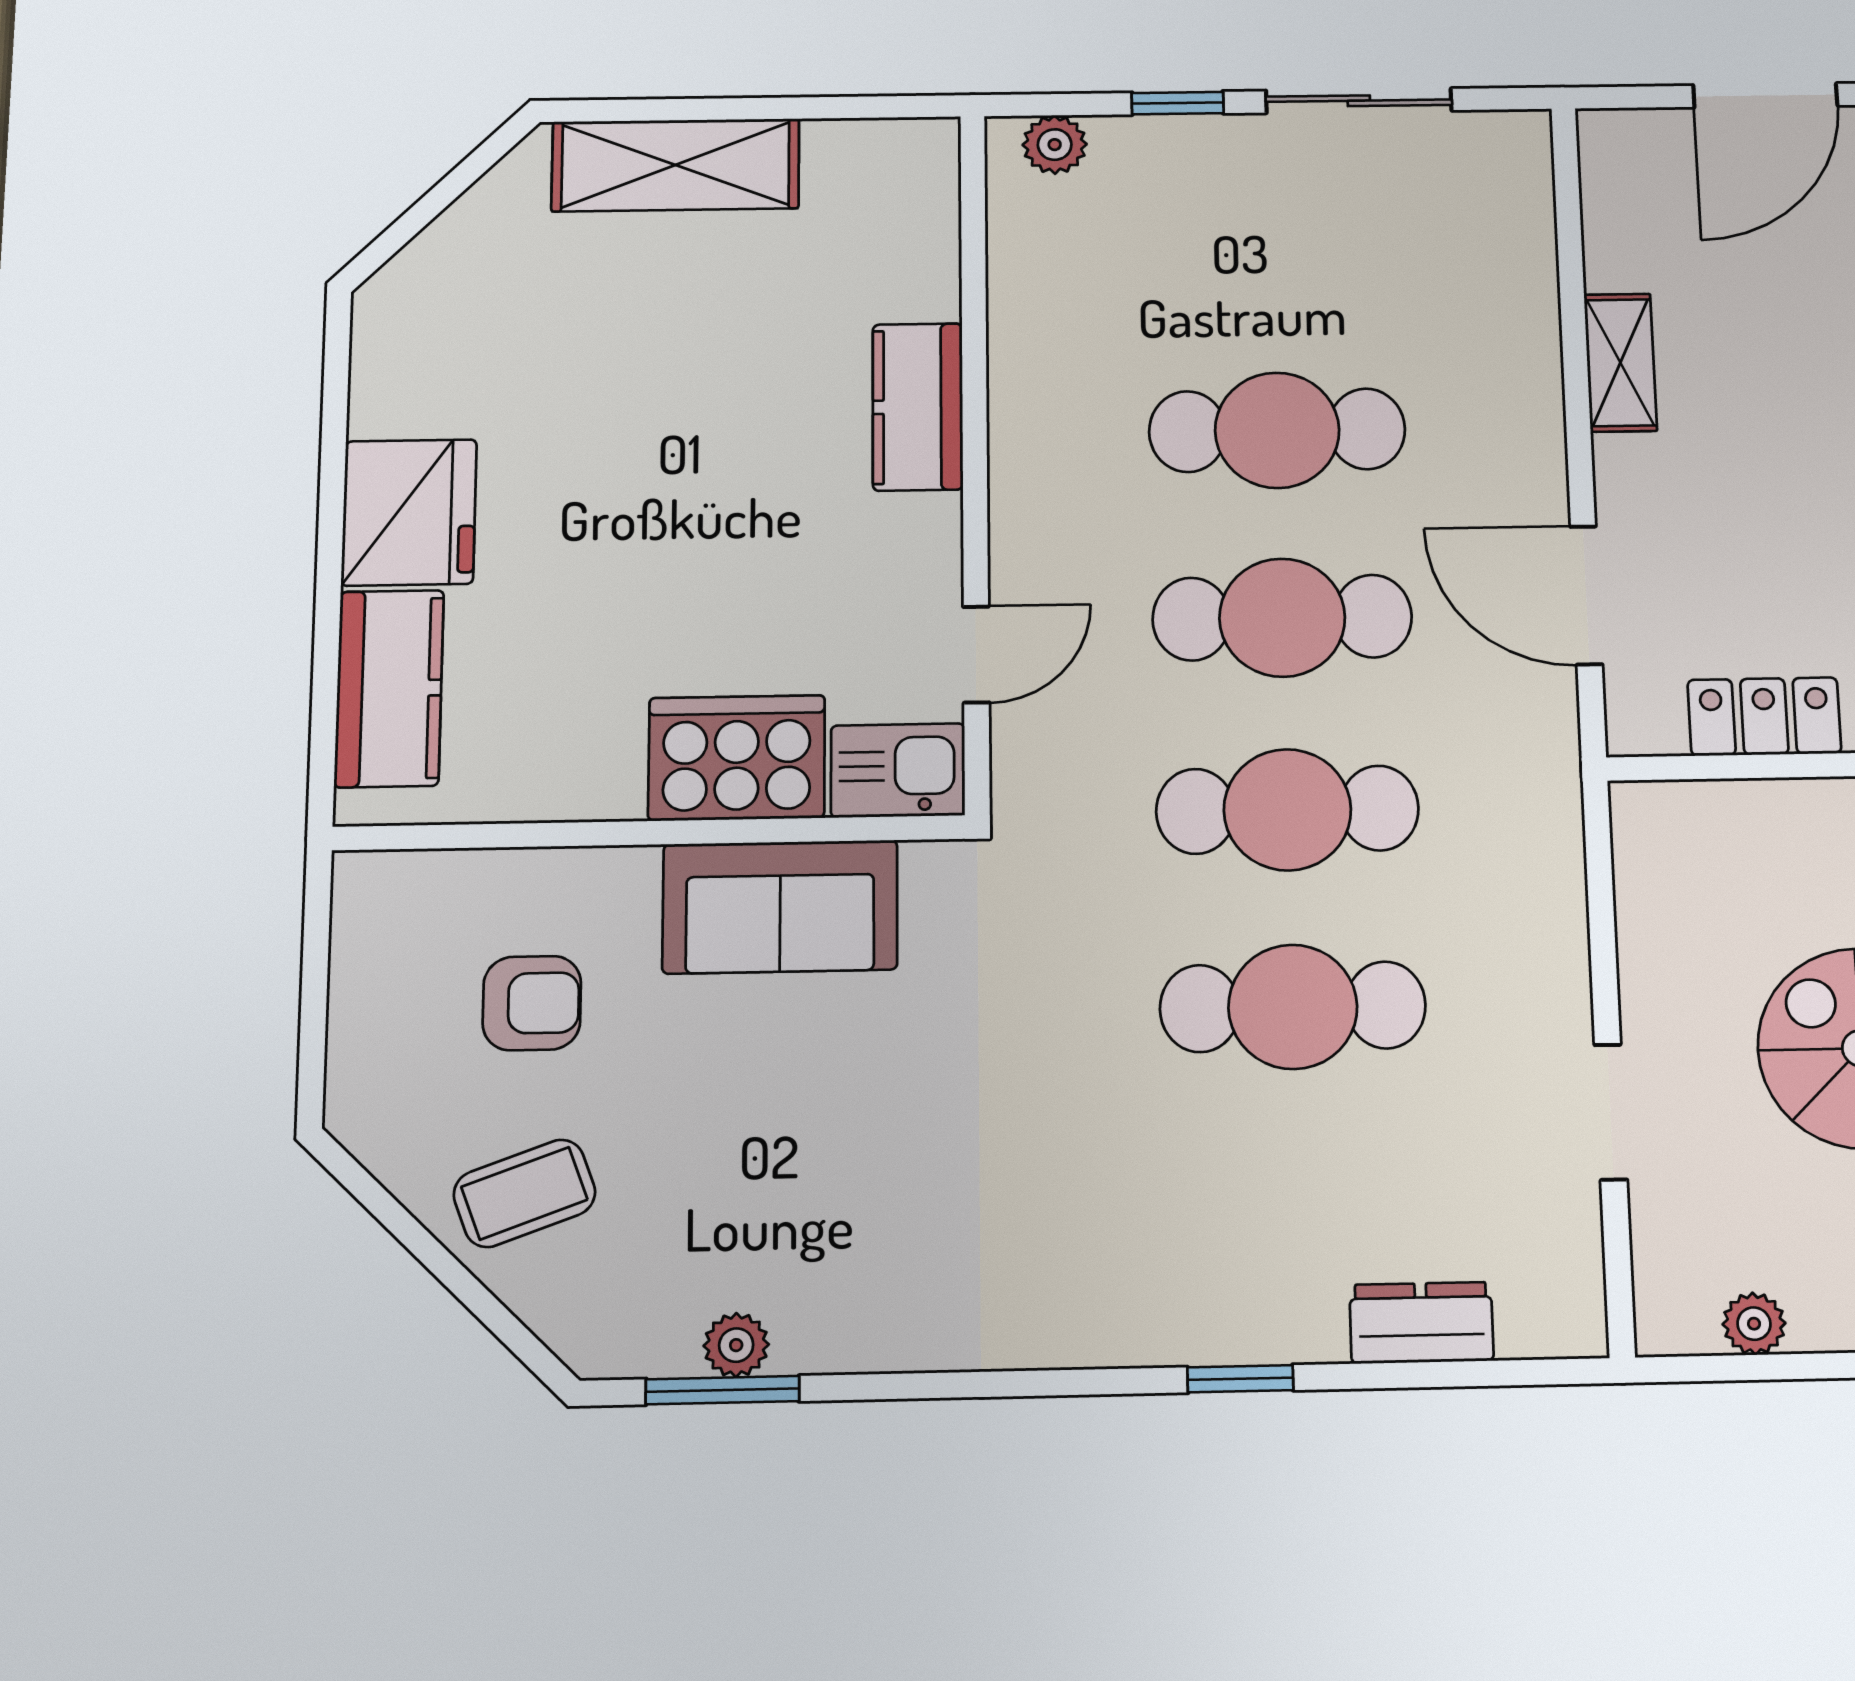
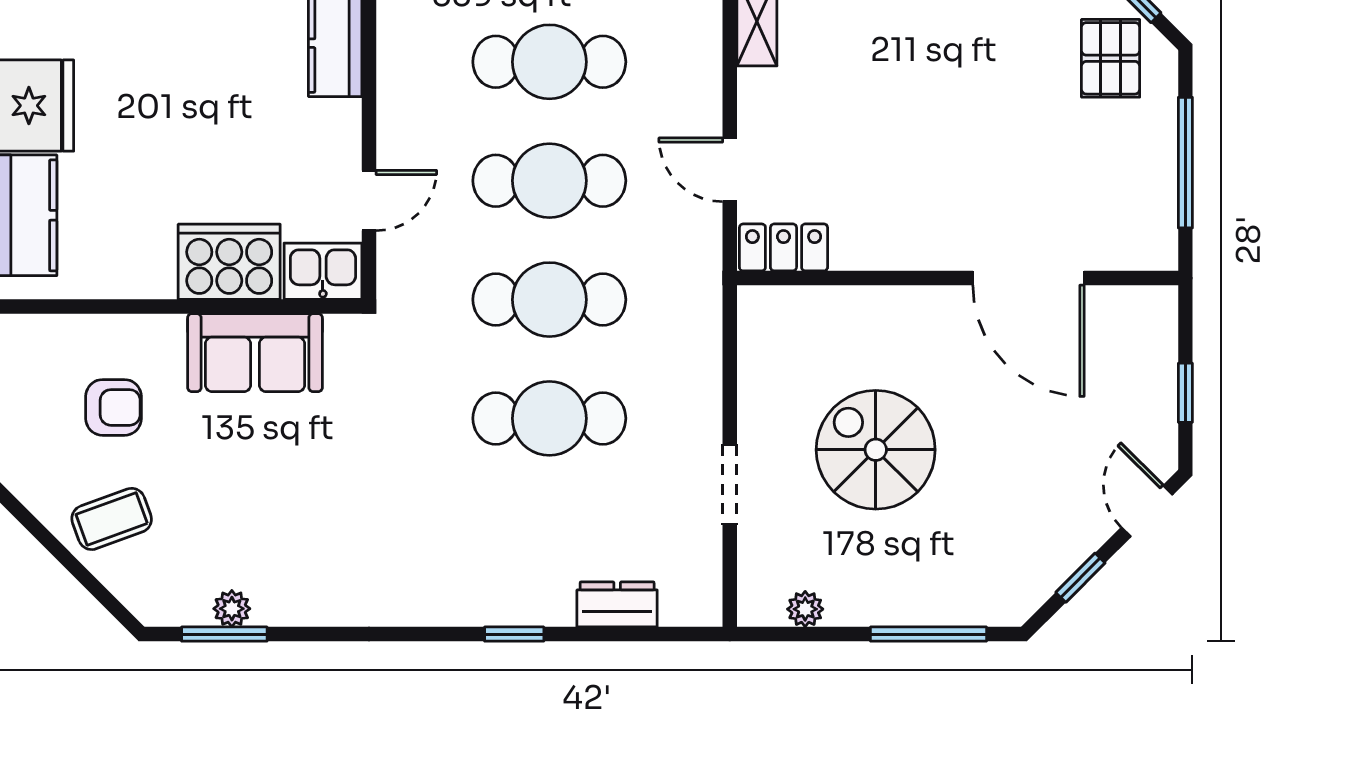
door: (1586, 595) -> (730, 170), width x0.73
locker: (1764, 717) -> (783, 247), moved

